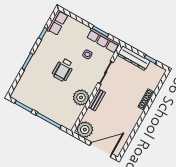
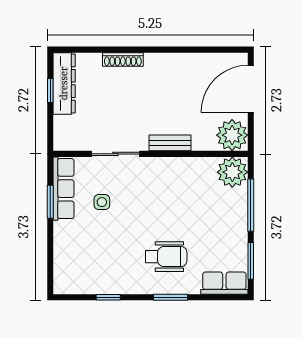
row of seats: (57, 23) -> (224, 283), moved
dresser: (134, 58) -> (64, 83), moved
wheelchair: (63, 70) -> (166, 257), moved
plant: (81, 97) -> (232, 172), moved
door: (101, 150) -> (251, 89), hinge flipped

